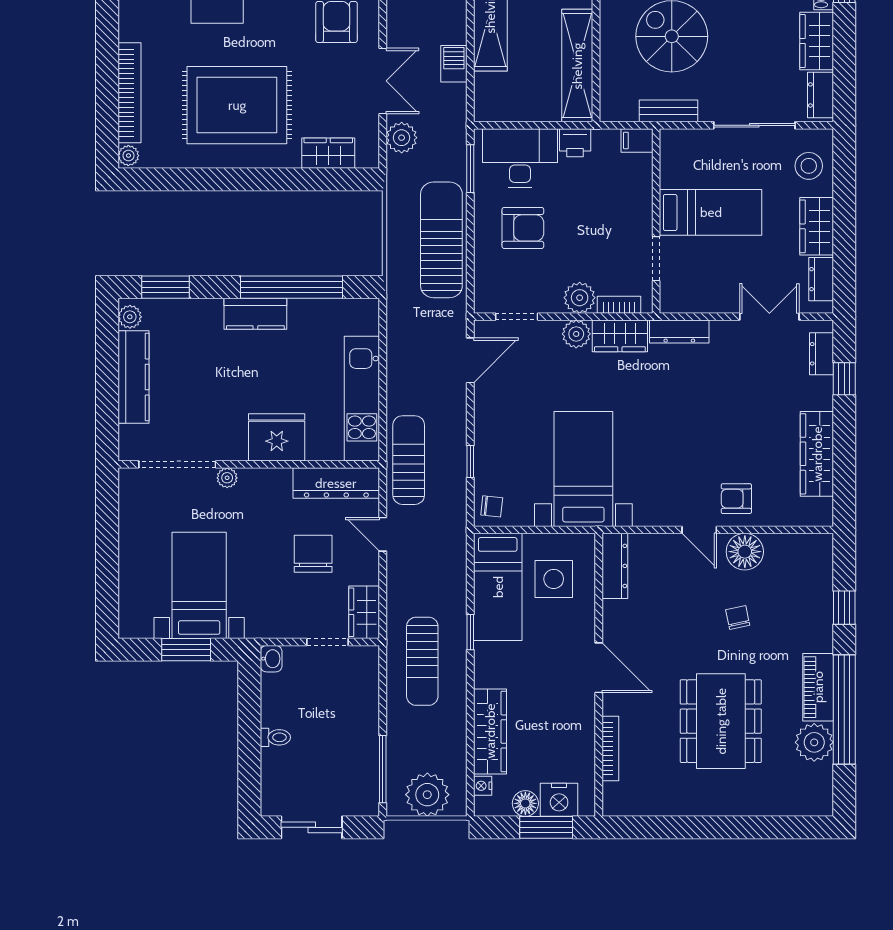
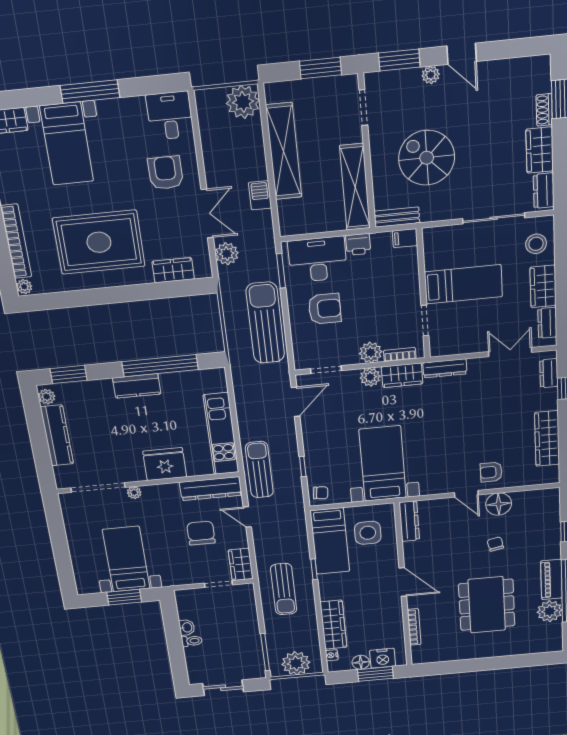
bench: (669, 111) -> (397, 217), moved
washbasin: (271, 659) -> (187, 627), moved

